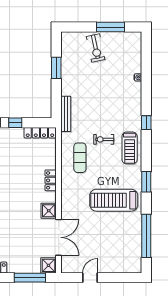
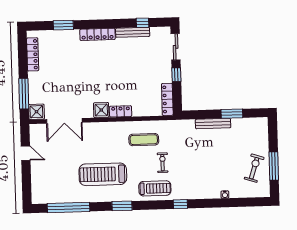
exercise bike: (96, 48) -> (254, 168), moved, turned 120
bench: (66, 114) -> (213, 124), moved
treadmill: (130, 148) -> (155, 188), turned 180
treadmill: (114, 200) -> (103, 174), turned -90
shower: (49, 211) -> (101, 110), moved

